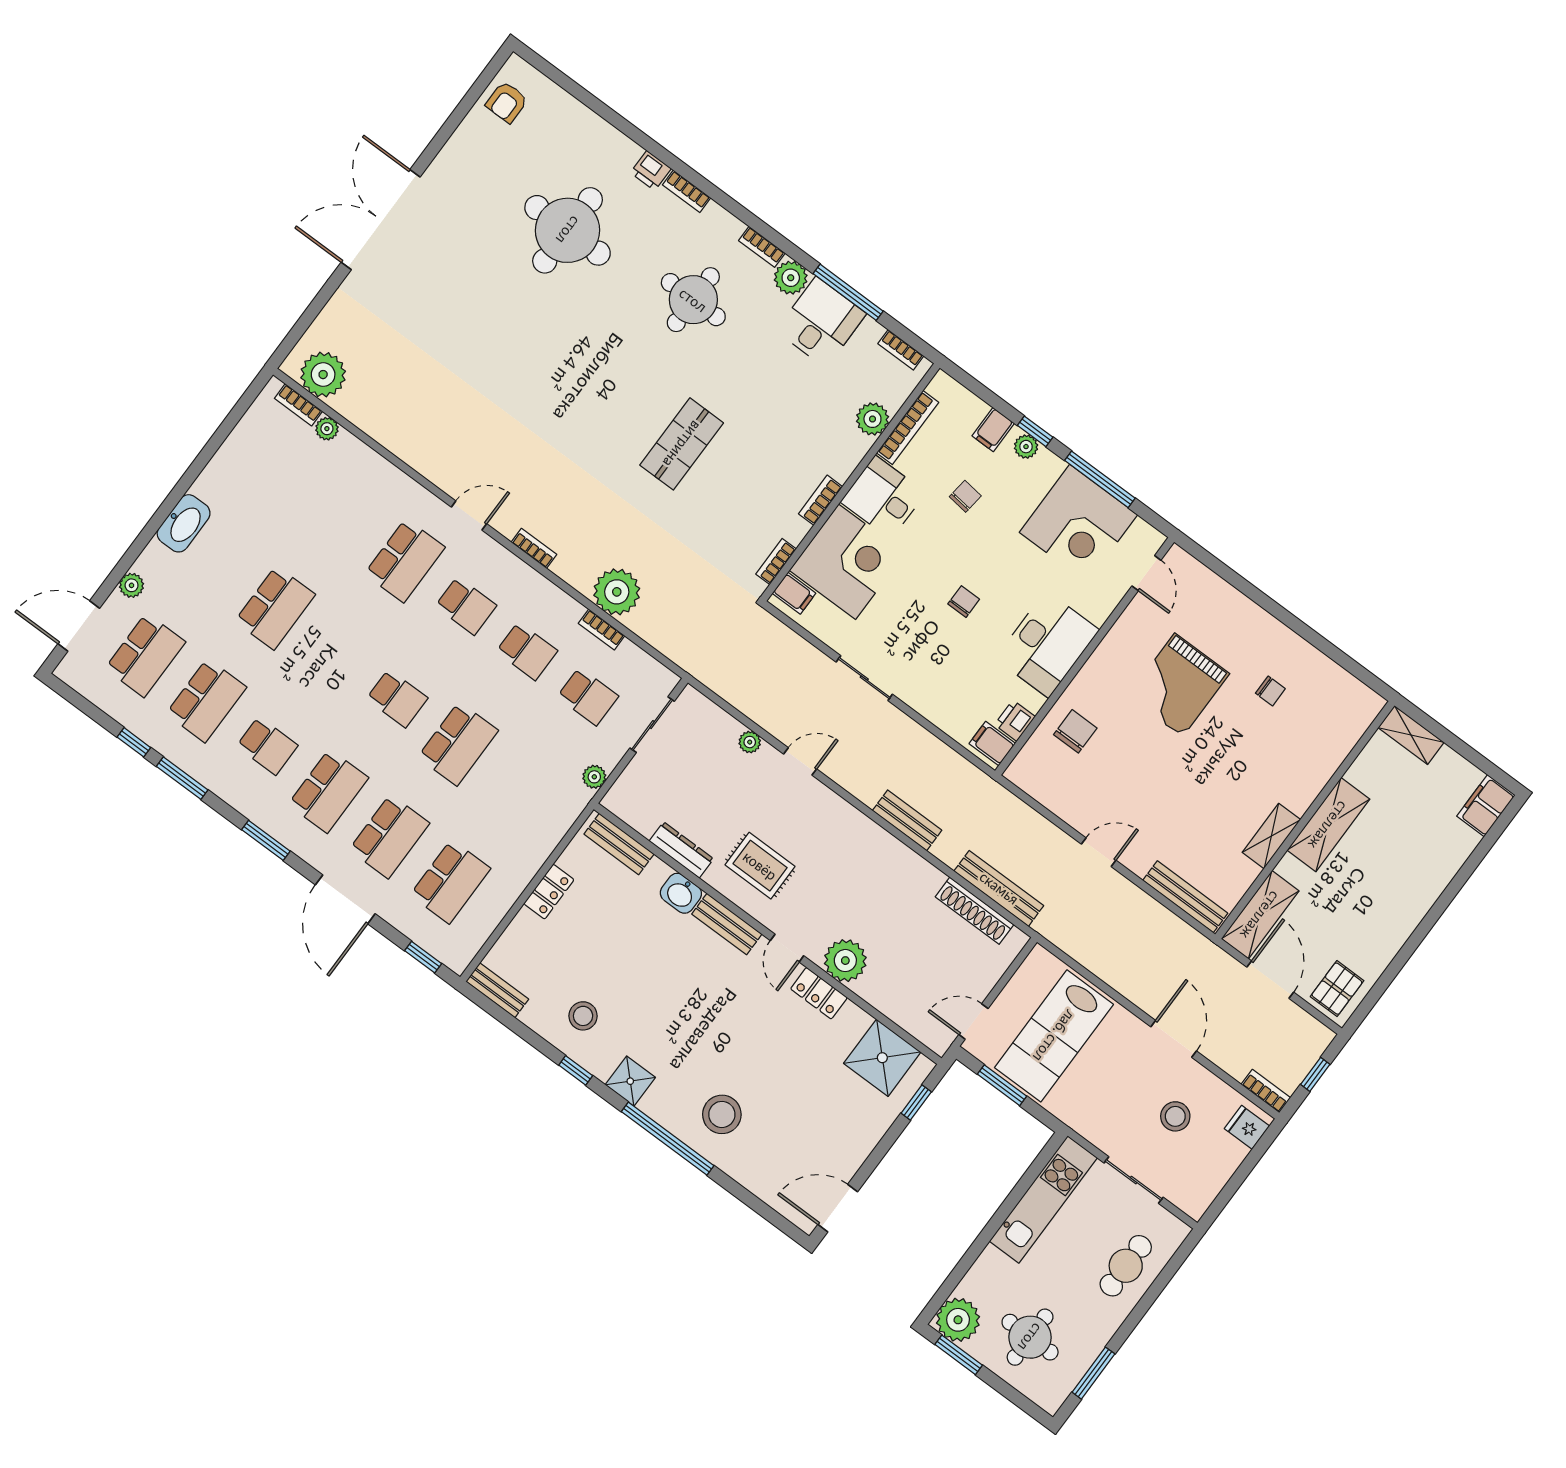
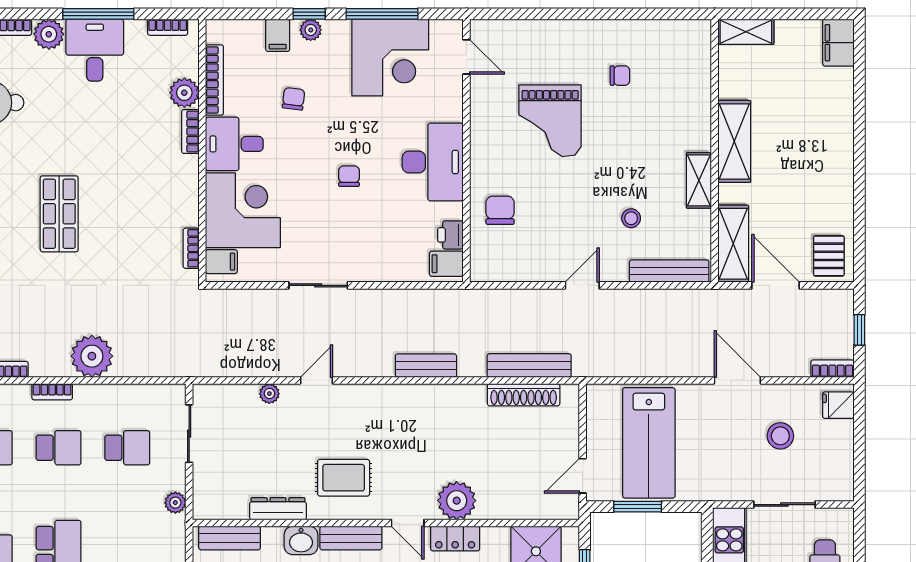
bookcase: (821, 500) -> (190, 132), moved
bookcase: (602, 630) -> (52, 392), moved
stool: (1186, 825) -> (631, 218), added

